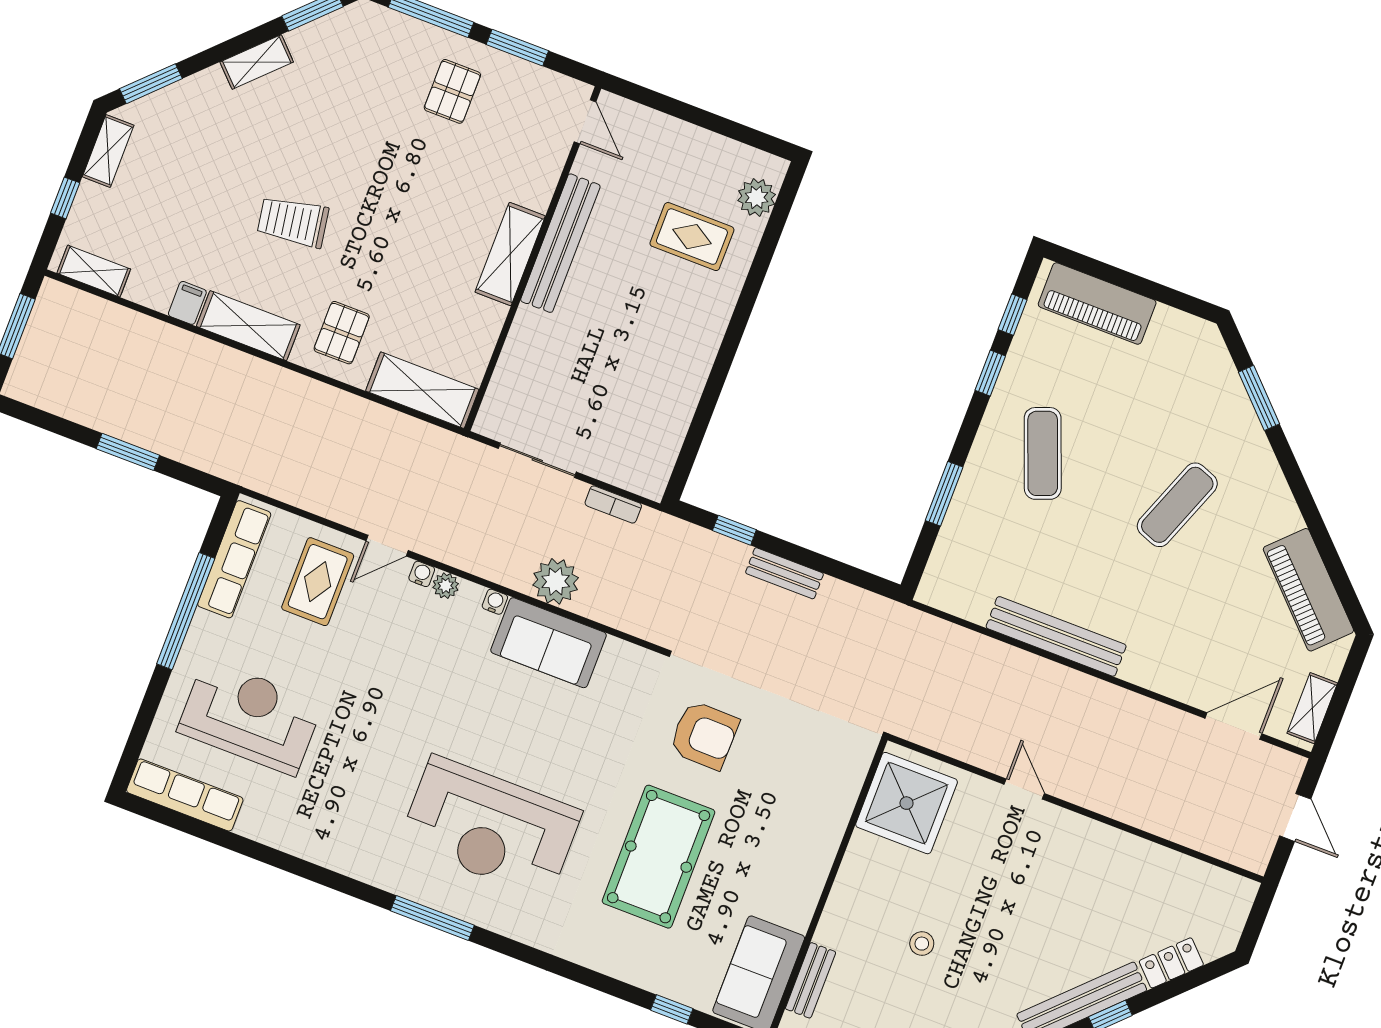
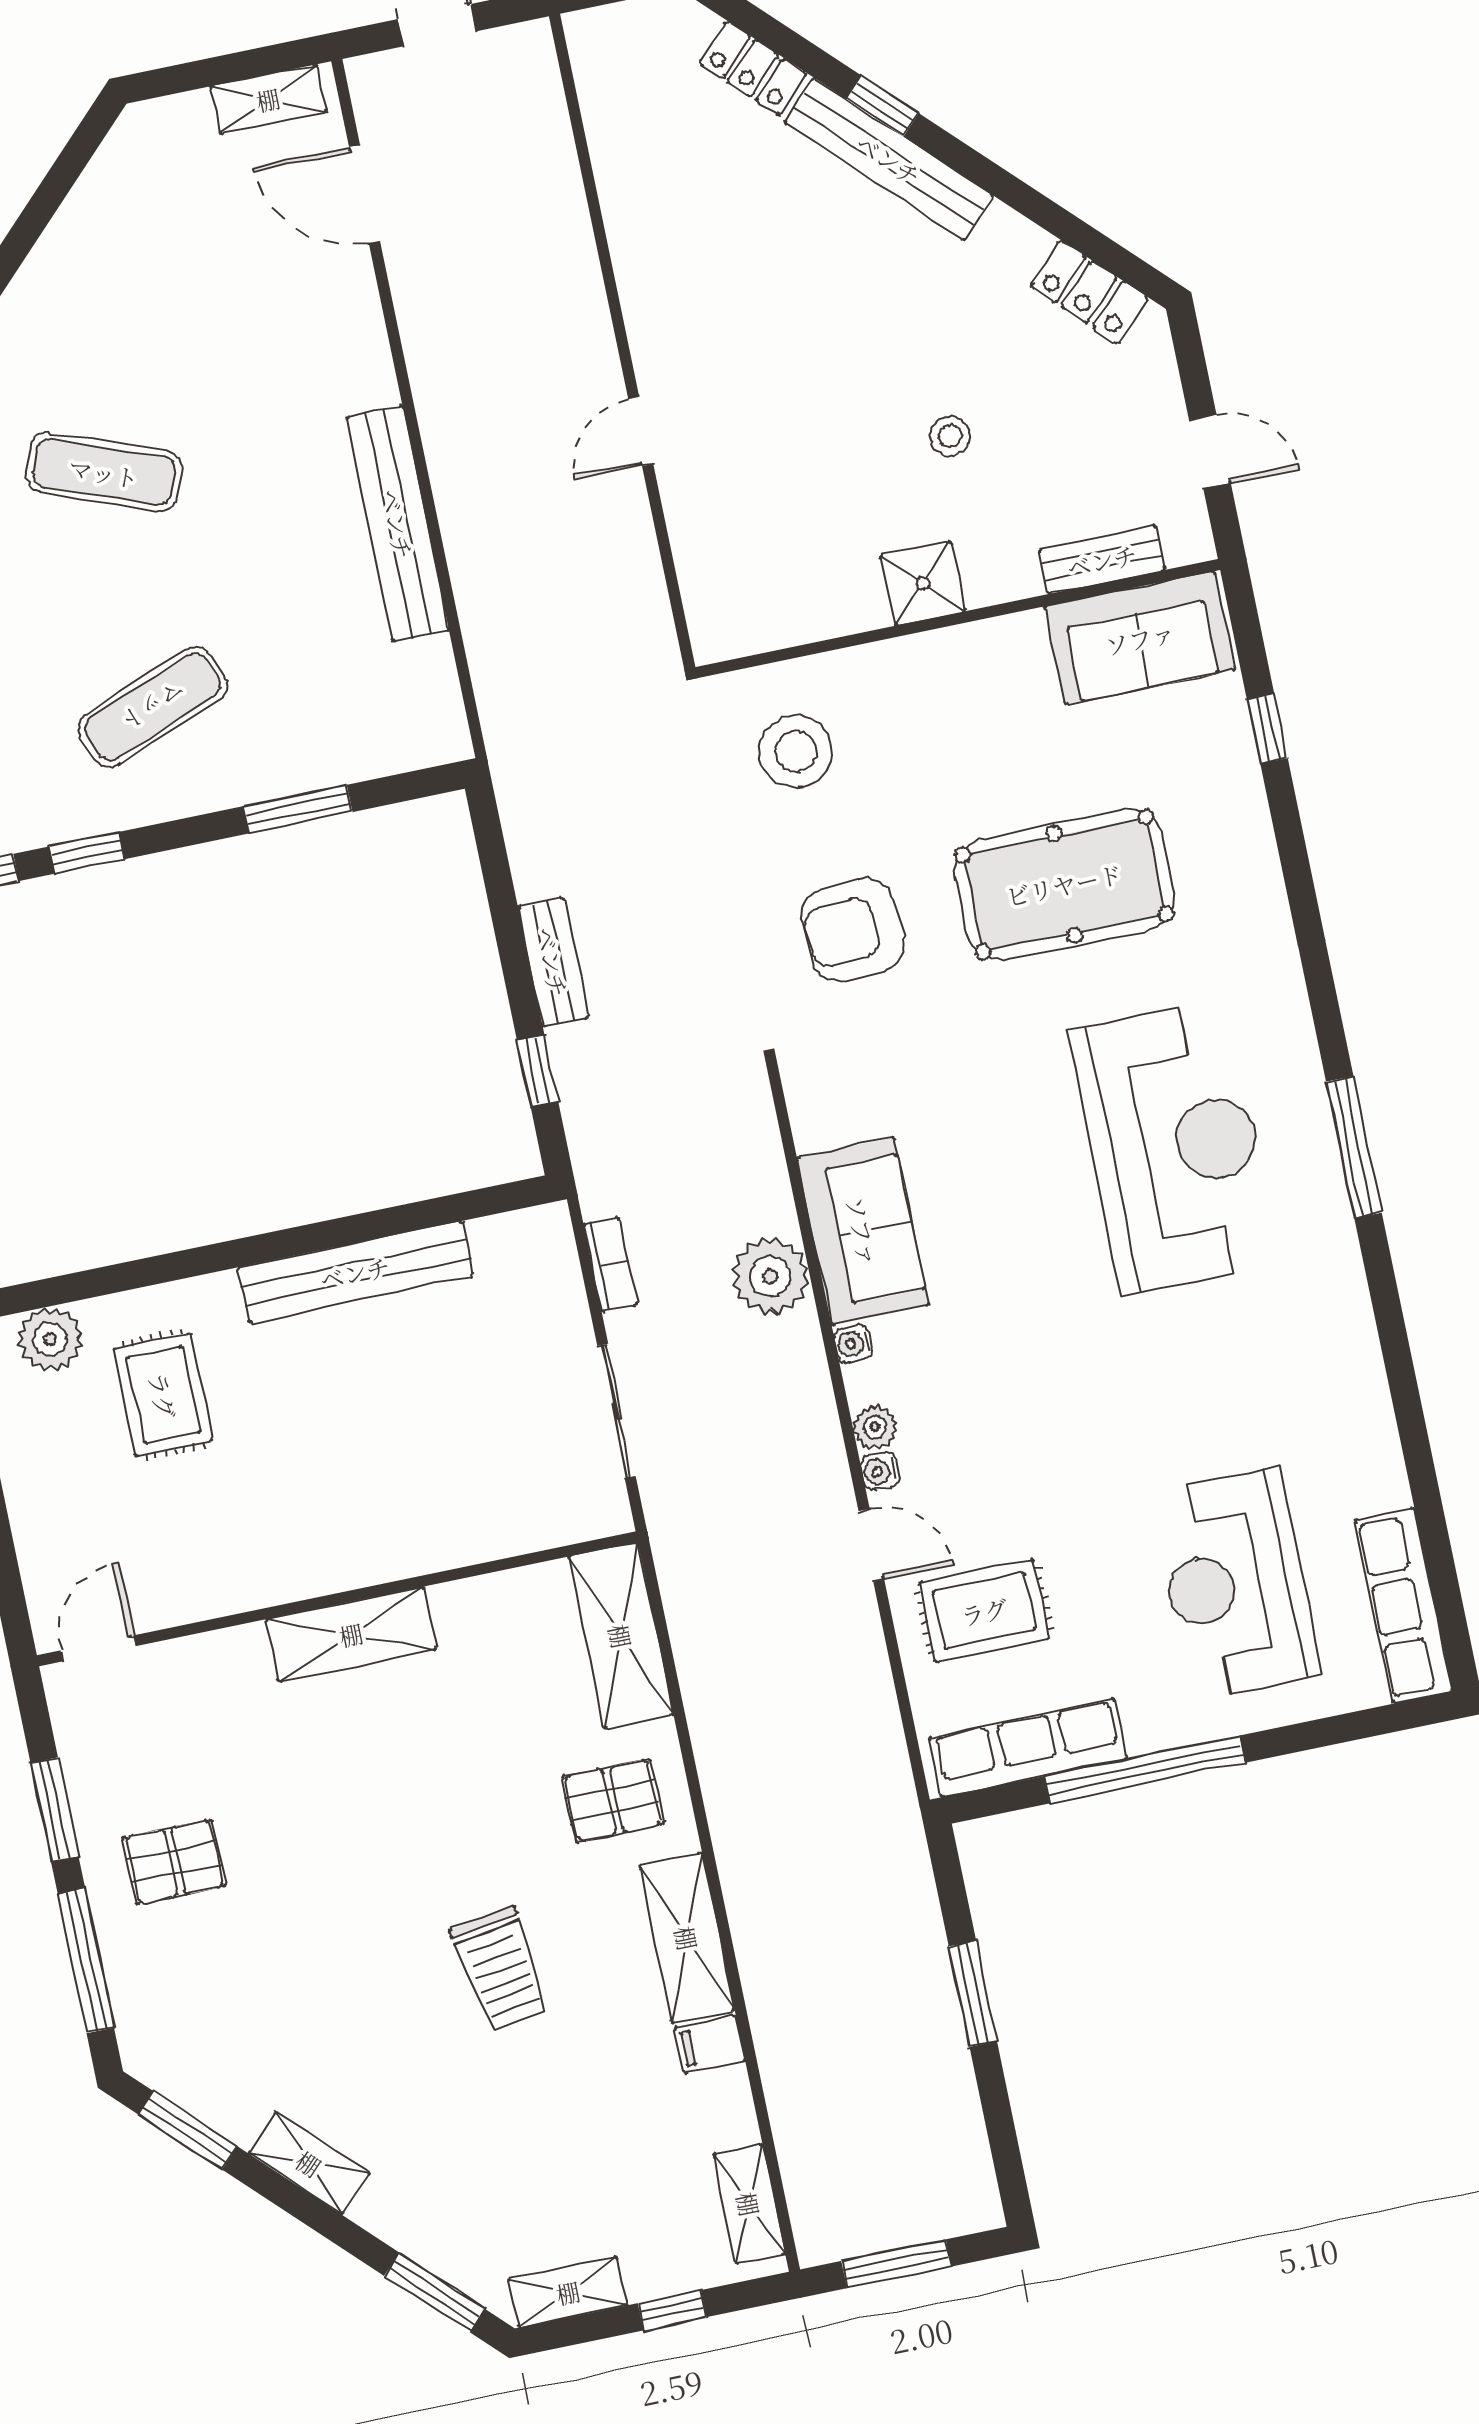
bench: (560, 243) -> (355, 1272), moved
piano: (1308, 590) -> (106, 211), removed
armchair: (704, 735) -> (853, 930), turned -94
stool: (813, 764) -> (796, 751), added
shower: (907, 803) -> (923, 583), moved, width x0.54, depth x0.54

